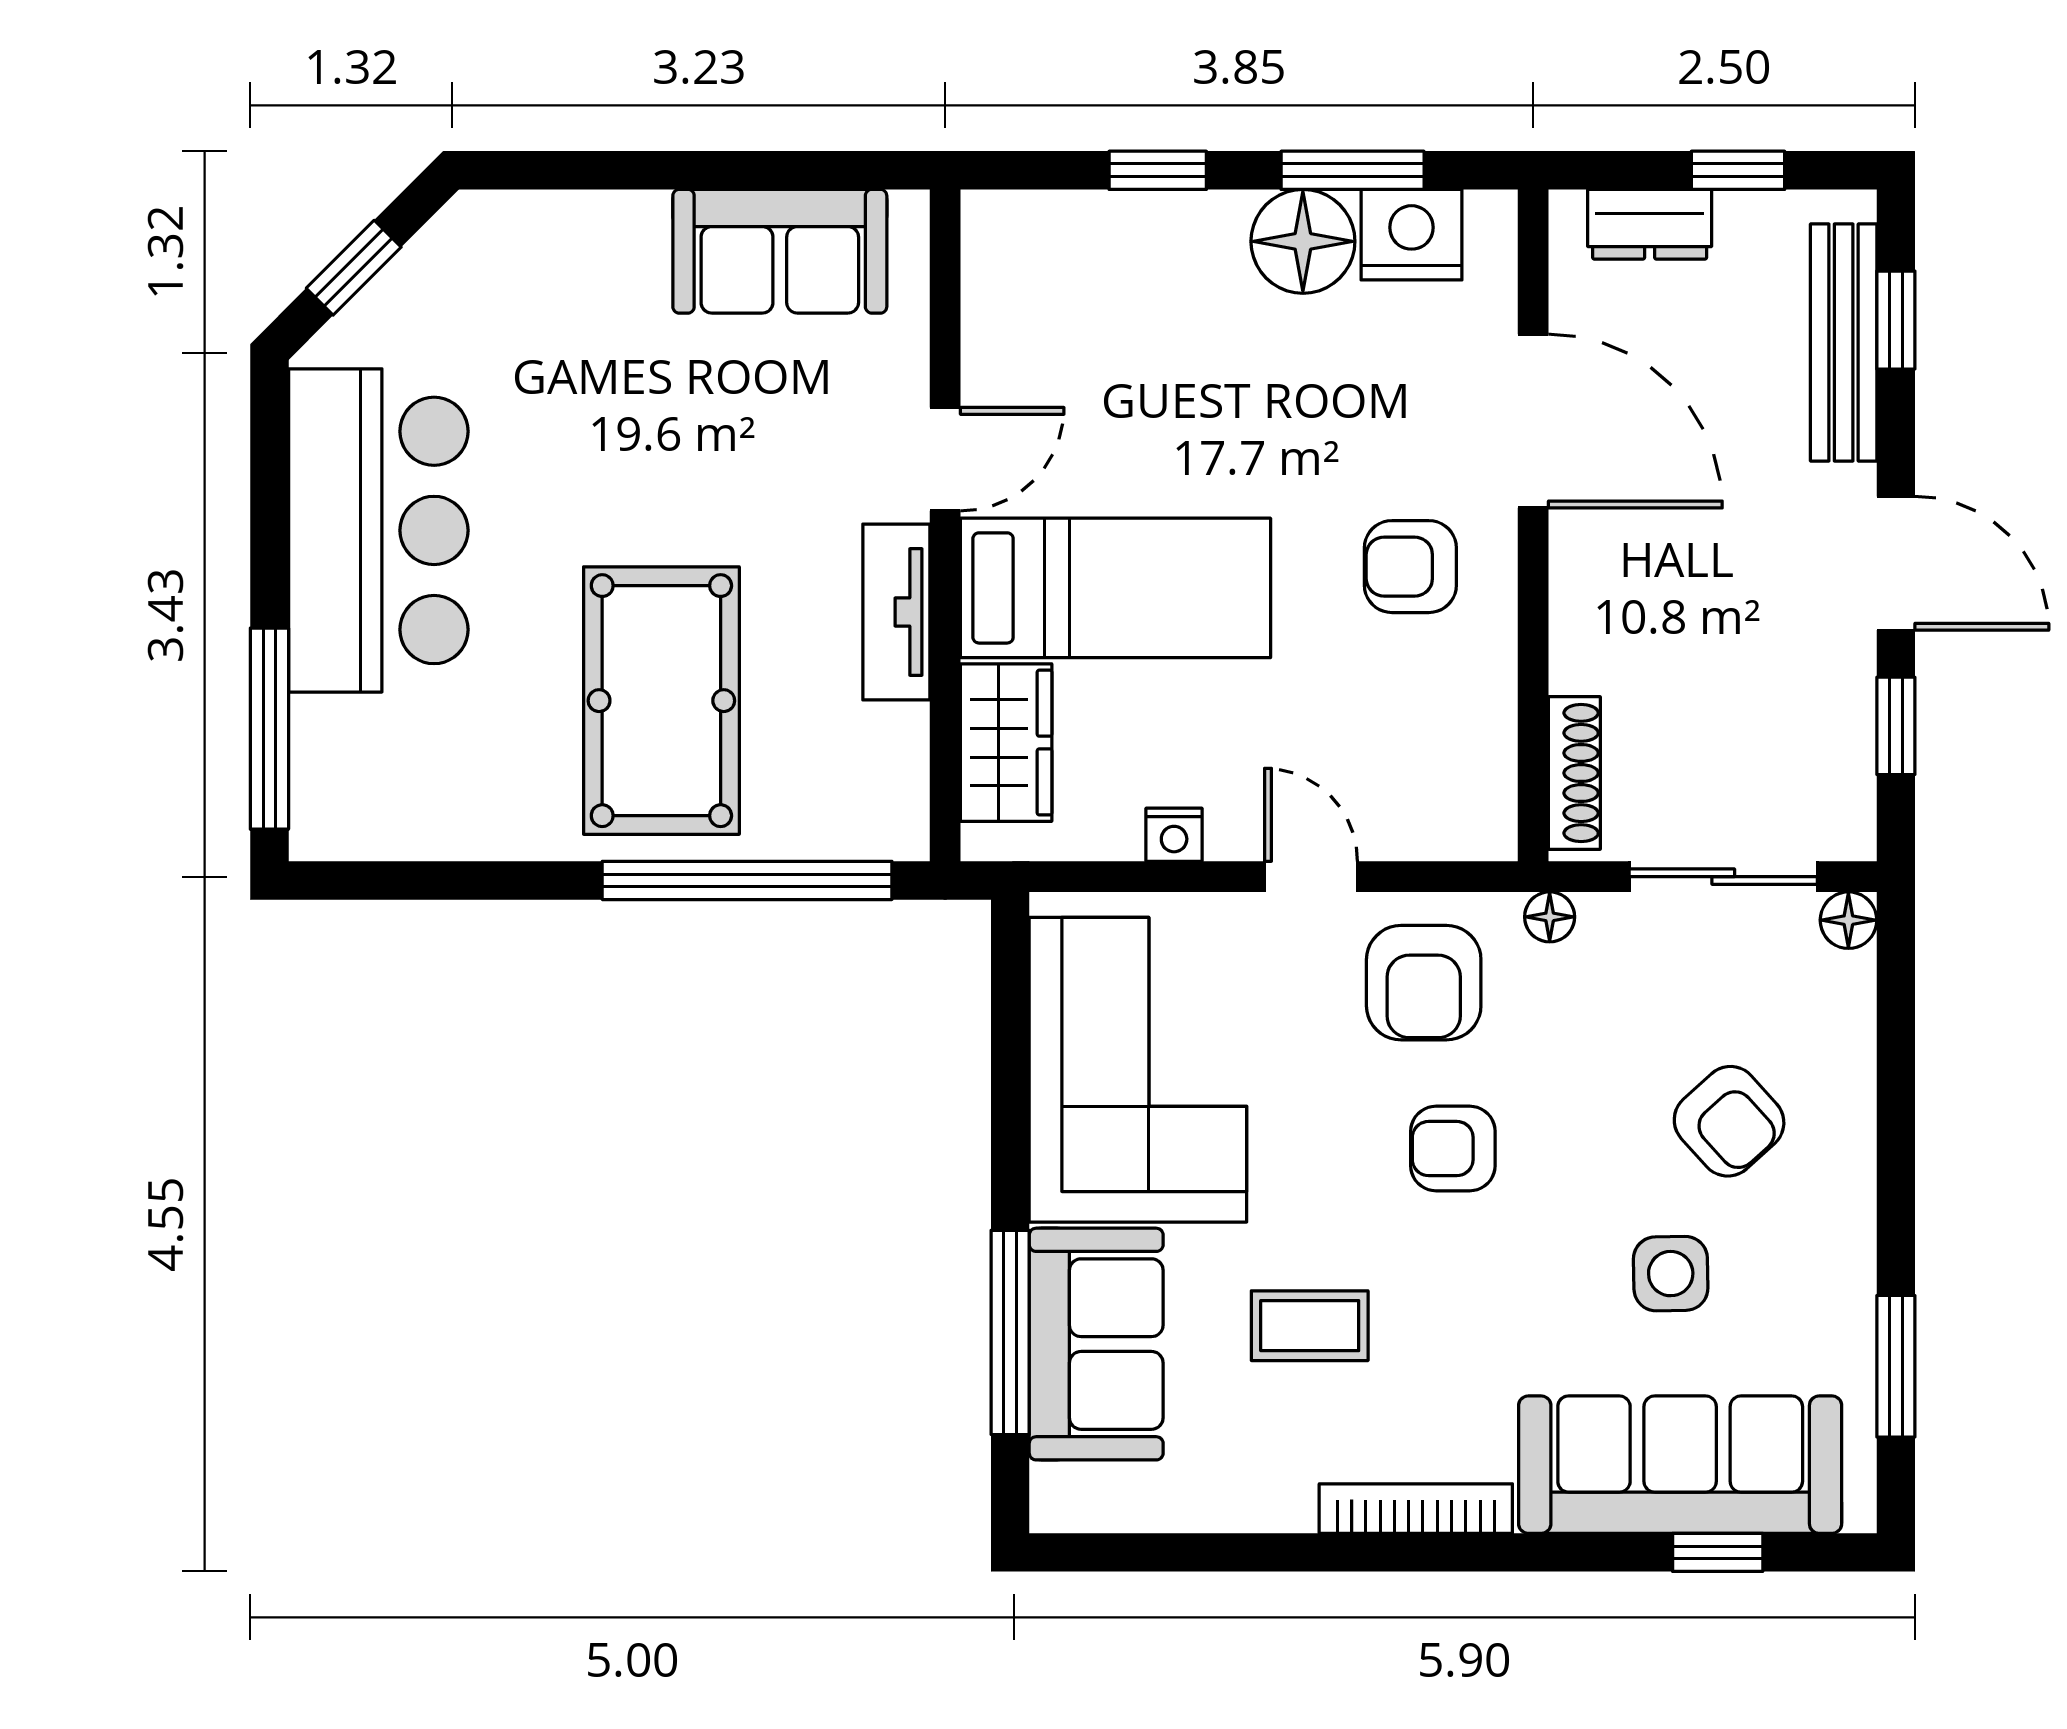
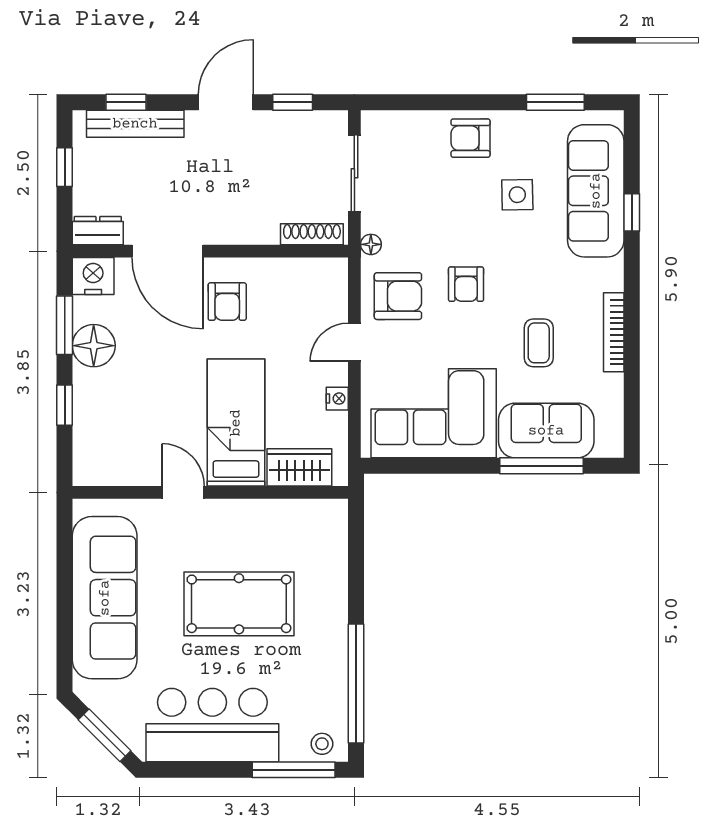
dresser: (1650, 224) -> (98, 231), moved, turned -90
nightstand: (1412, 235) -> (93, 276), moved, turned 90
sofa: (780, 251) -> (105, 598), width x1.85, depth x1.27
window: (354, 268) -> (105, 735), width x1.50
door: (1533, 421) -> (167, 251), swing flipped
tv unit: (896, 612) -> (246, 513), removed
pool table: (661, 701) -> (239, 604), moved
stool: (333, 798) -> (322, 744), added
window: (747, 880) -> (356, 683), moved
floor lamp: (1848, 920) -> (372, 122), removed
armchair: (1729, 1121) -> (470, 138), moved, turned -138
bookcase: (1416, 1509) -> (614, 332), moved
window: (1718, 1552) -> (632, 212), moved

